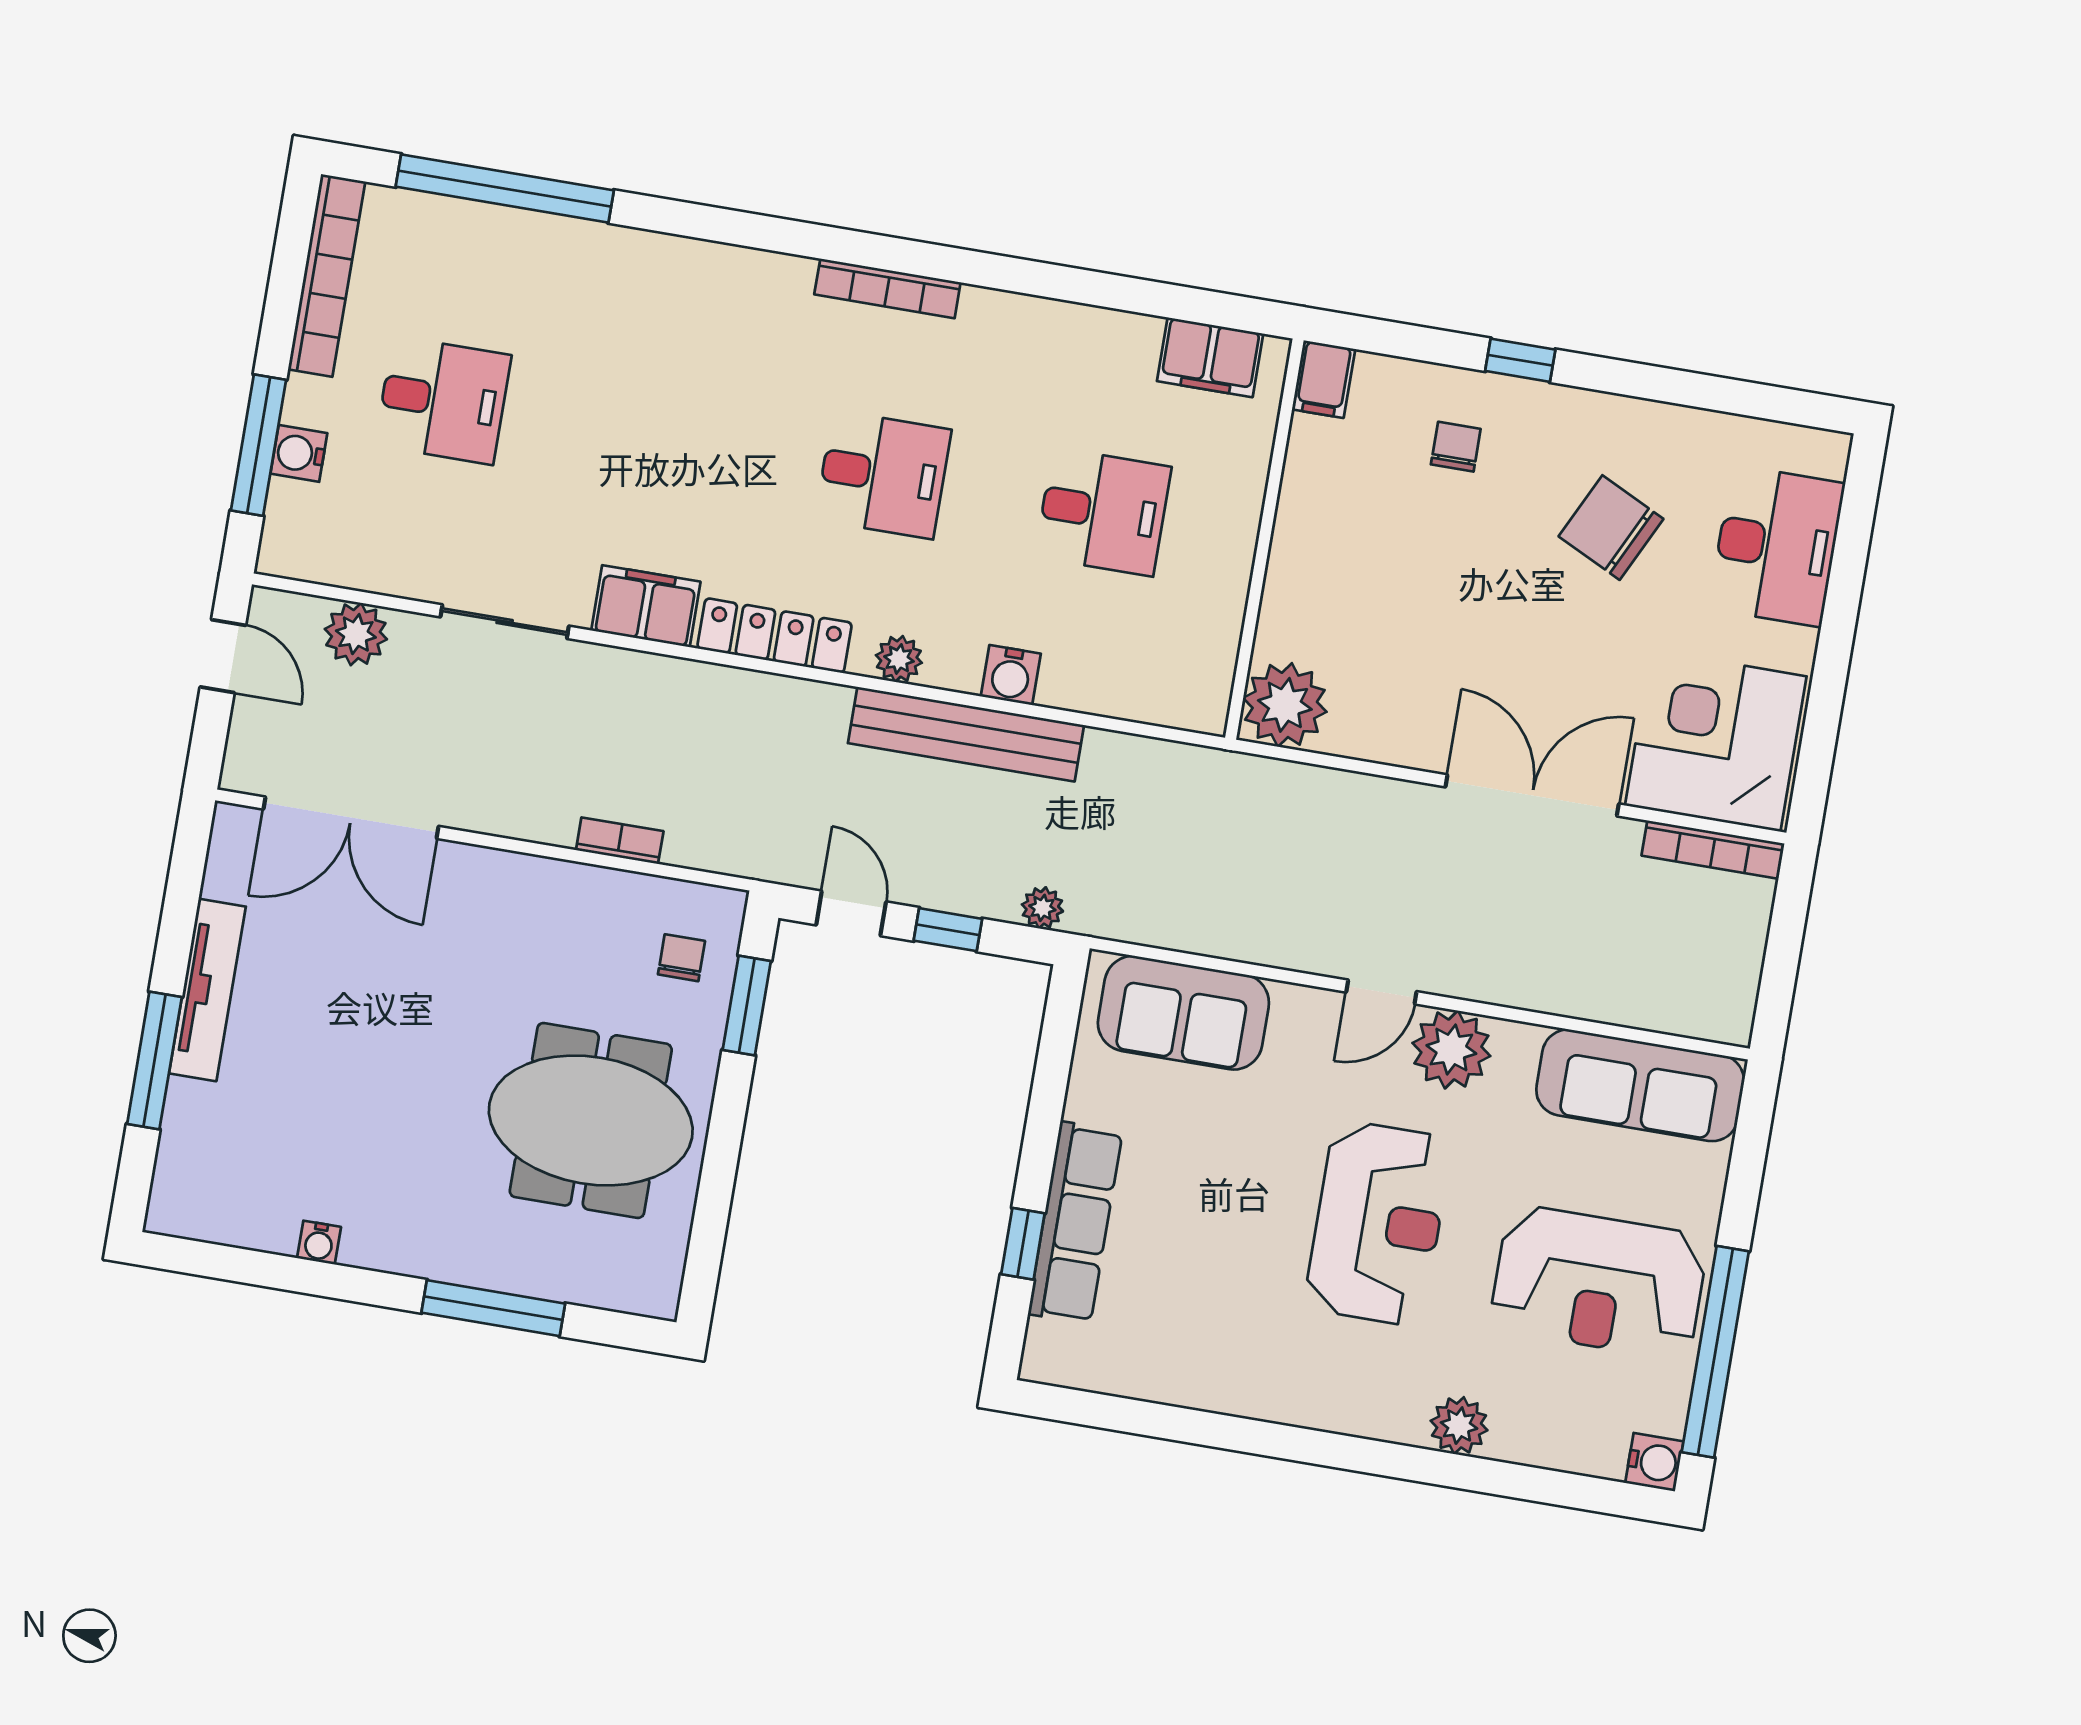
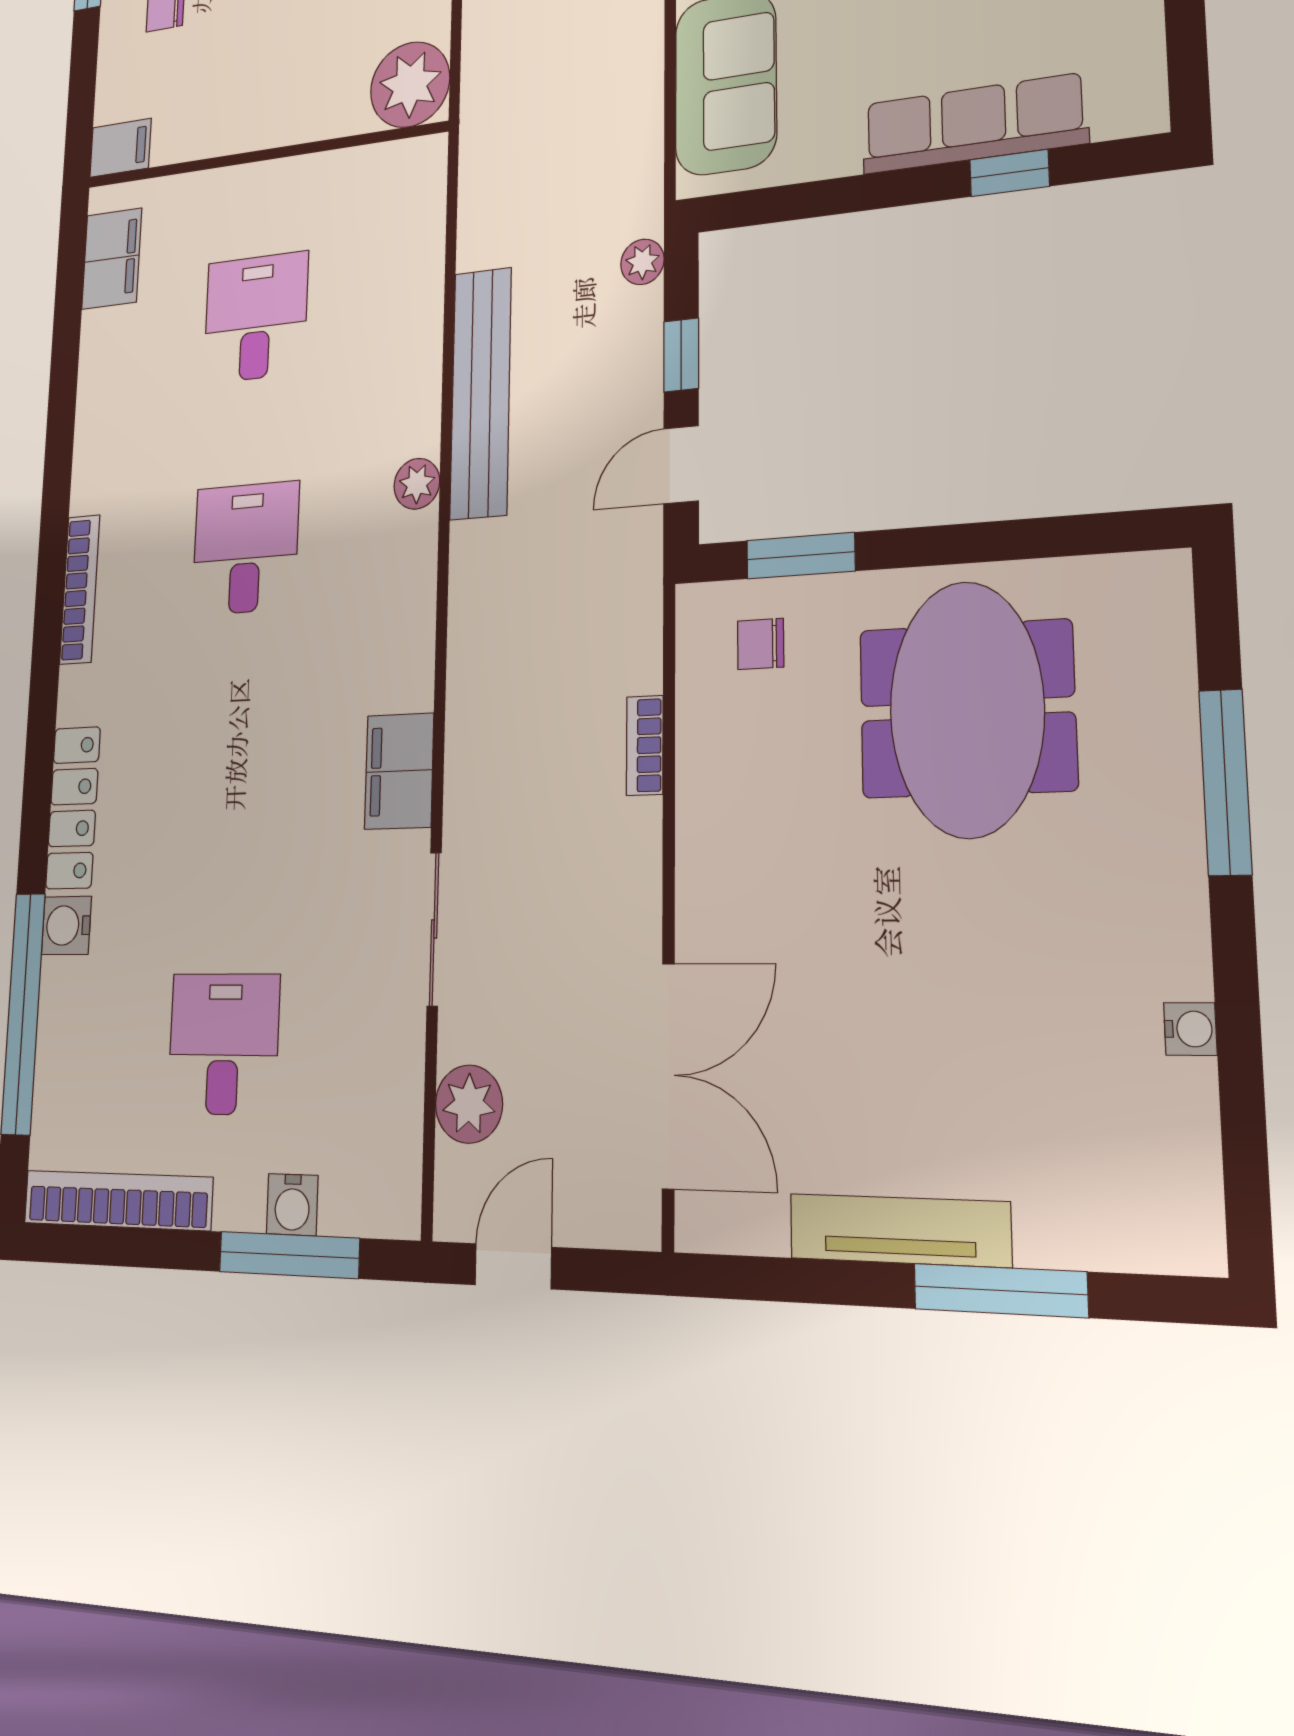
locker: (775, 636) -> (73, 808), moved, turned 180
water cooler: (1011, 675) -> (66, 925), moved, turned 180

